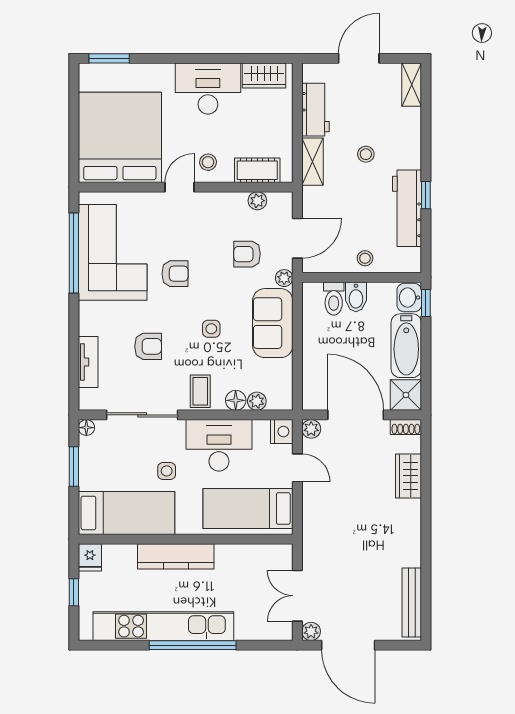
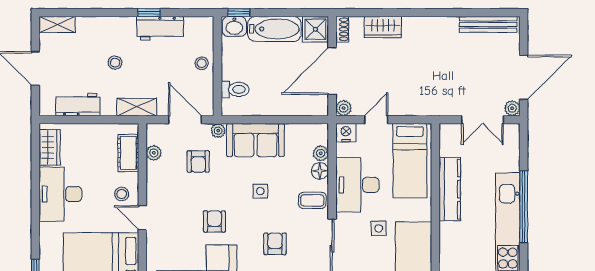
shelving: (312, 162) -> (137, 107), moved
workbench: (407, 208) -> (160, 28), width x0.73
bidet: (356, 297) -> (234, 71), removed
kitchen counter: (176, 556) -> (450, 189), moved

